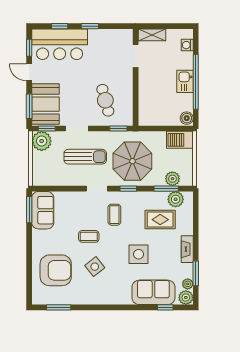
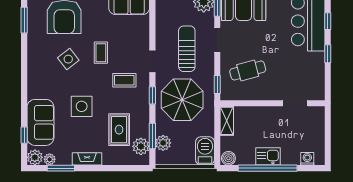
shelving: (152, 35) -> (227, 121), moved
sun lounger: (85, 157) -> (187, 49), turned 180

